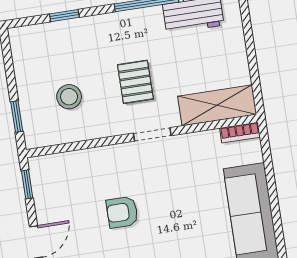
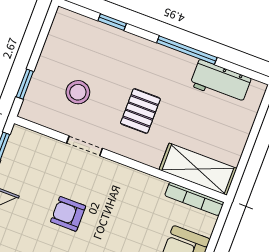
bookcase: (240, 133) -> (194, 199), width x1.56
doorway: (152, 134) -> (84, 146), moved

